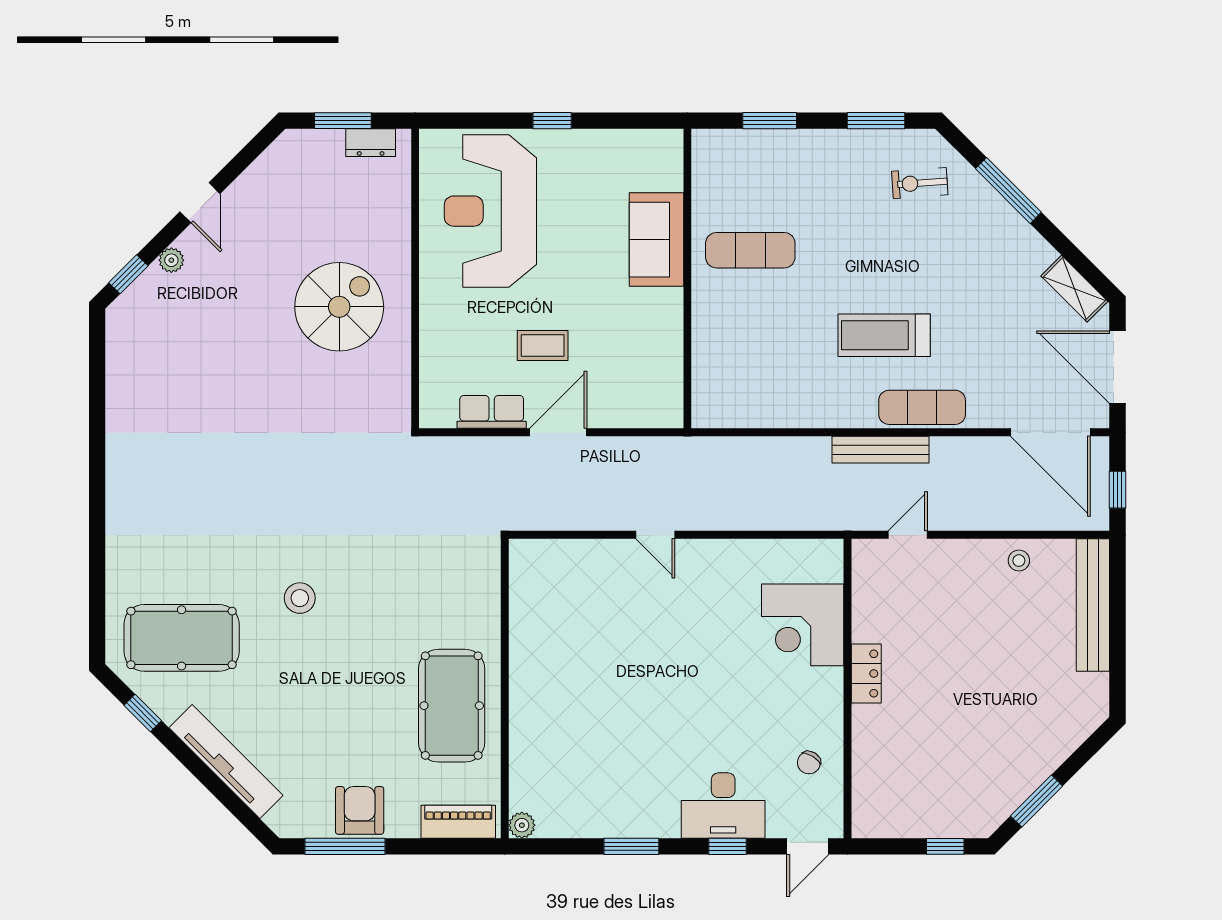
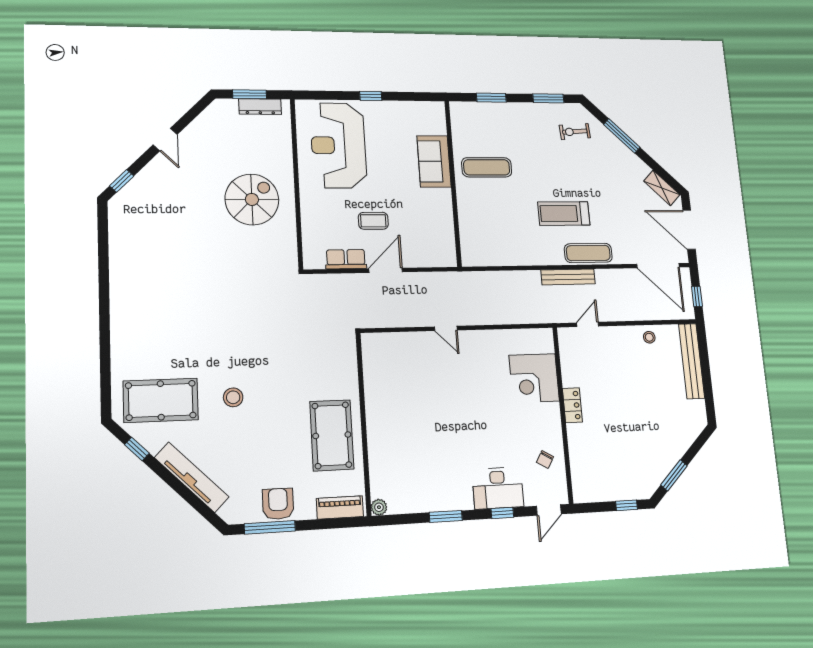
dresser: (371, 143) -> (260, 107), width x1.44
plant: (171, 260) -> (148, 173), removed
stool: (300, 598) -> (233, 397), moved

